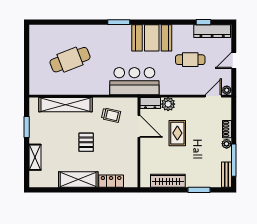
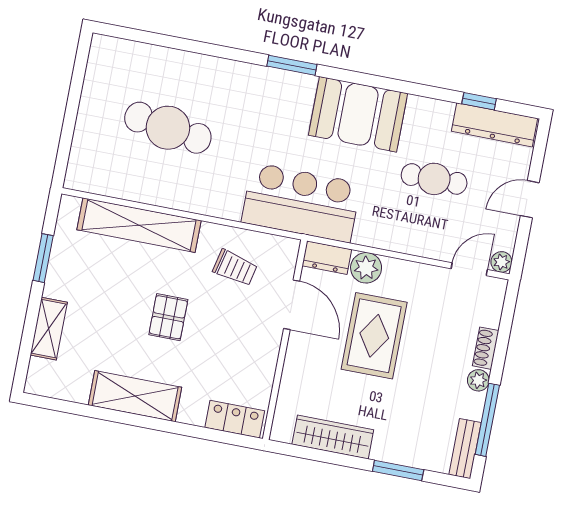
cafe table: (70, 60) -> (168, 128), turned 30
rug: (177, 133) -> (374, 336), width x1.36, depth x1.43
locker: (111, 181) -> (235, 419), moved

